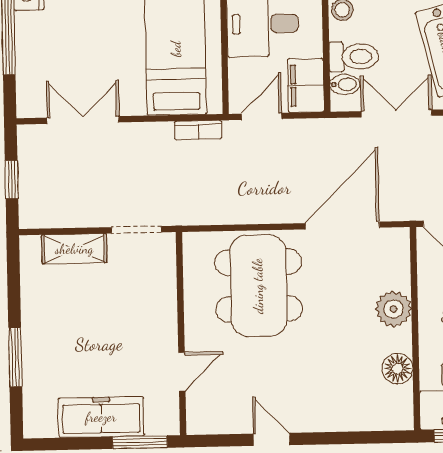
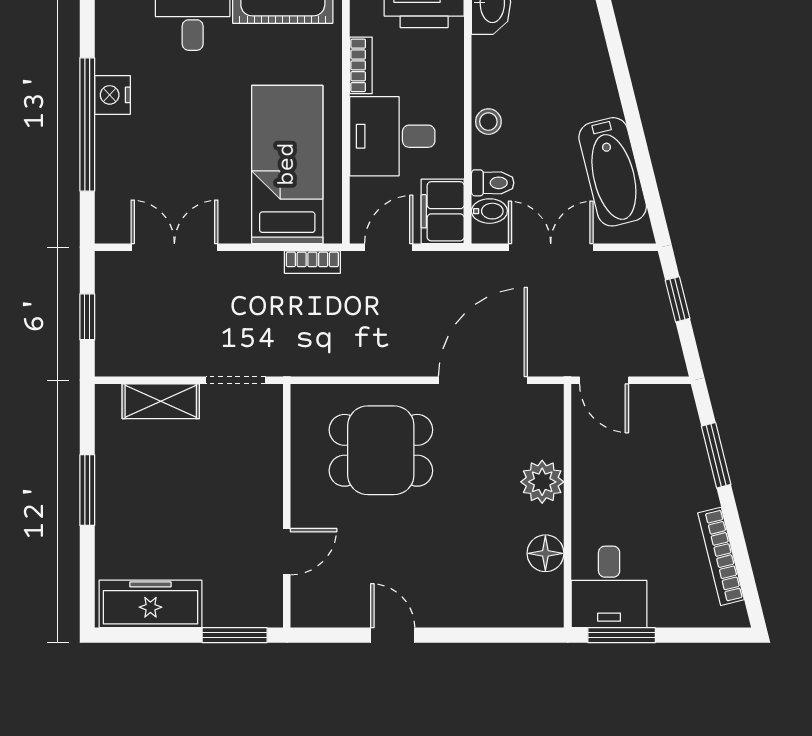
toilet: (354, 57) -> (493, 183), width x0.73, depth x0.72
dining table: (258, 286) -> (381, 450), width x0.73
window: (15, 357) -> (87, 490), moved
freezer: (101, 417) -> (150, 604), moved

